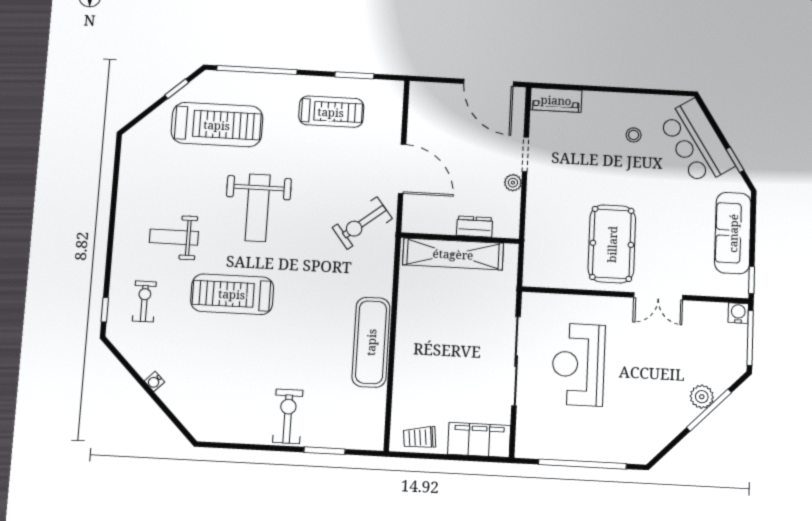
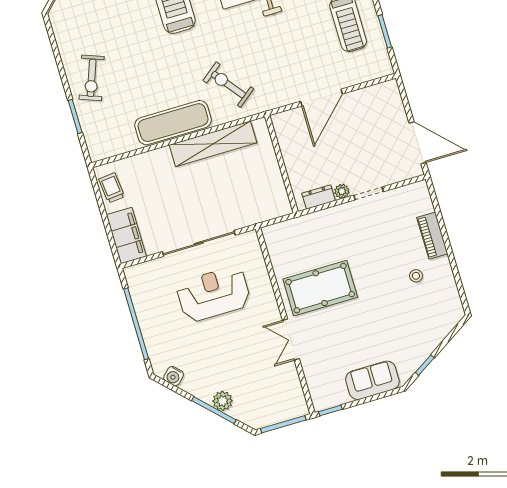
door: (489, 83) -> (418, 143), swing flipped
piano: (556, 100) -> (432, 236), moved
bar counter: (696, 142) -> (428, 329), removed
exercise bike: (362, 223) -> (228, 85), moved
dresser: (475, 227) -> (319, 197), moved, turned -90
sofa: (733, 233) -> (372, 380), width x0.73
shelving: (453, 254) -> (213, 144), moved, turned 90
water cooler: (738, 313) -> (174, 376), moved, turned 135
exercise bike: (288, 416) -> (92, 78), turned 110

